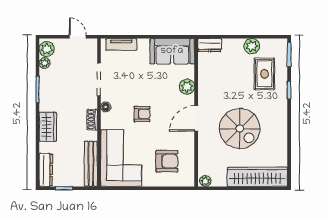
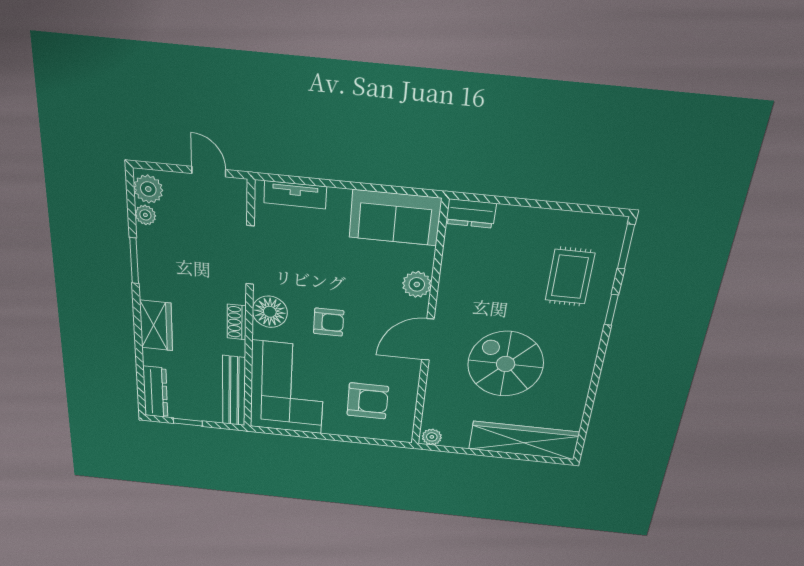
plant: (252, 46) -> (555, 224), removed
floor lamp: (106, 107) -> (270, 312), width x1.89, depth x1.89
spiral stairs: (240, 129) -> (506, 364), turned 180

